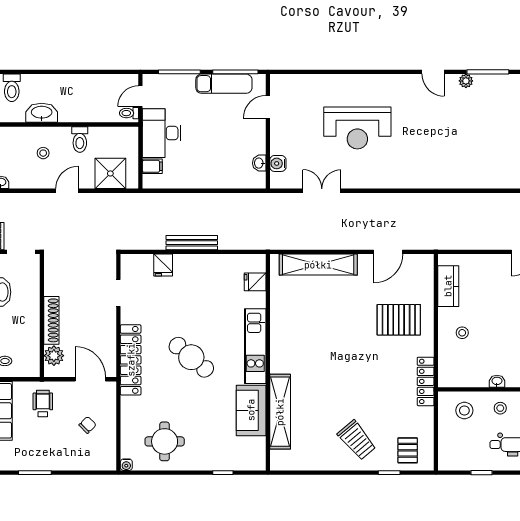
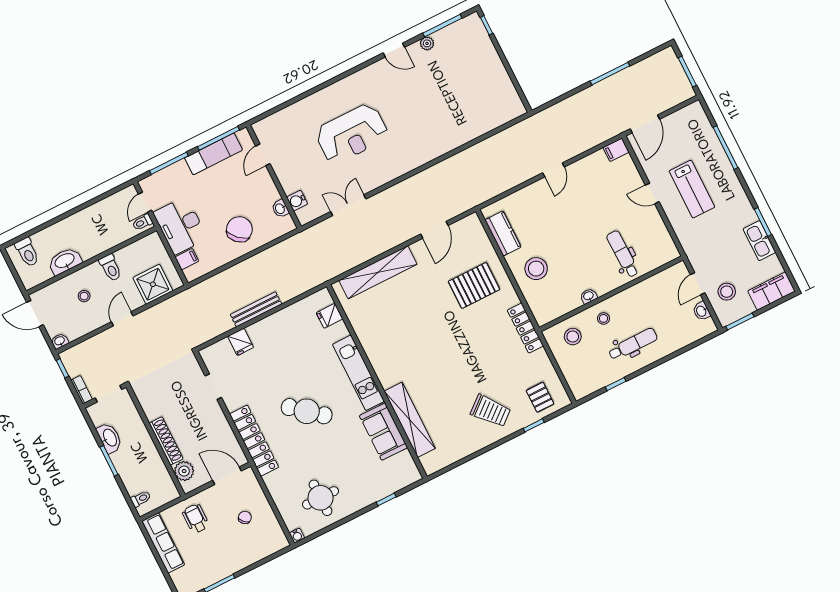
chair: (213, 163) -> (239, 229), added
stool: (462, 333) -> (536, 269), width x1.89, depth x1.89

